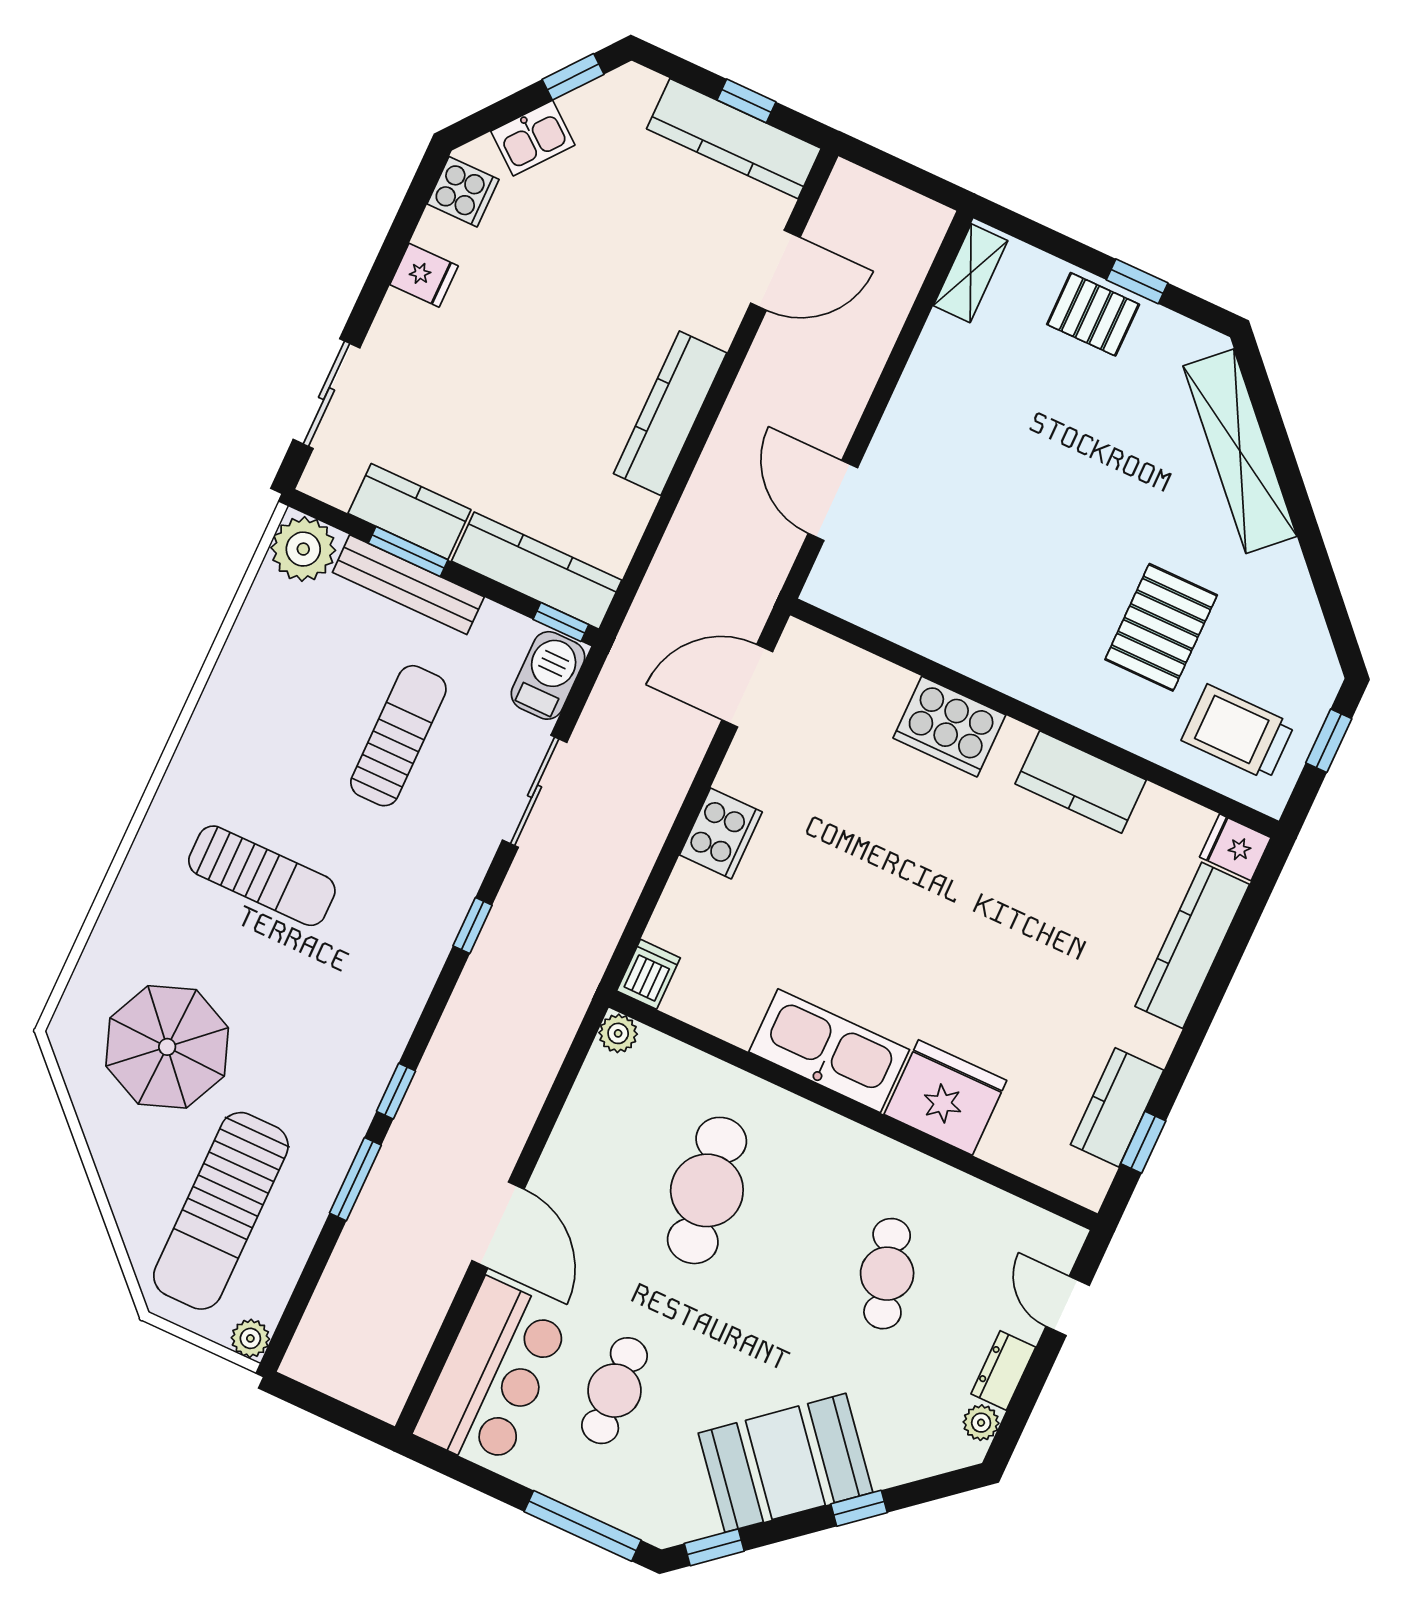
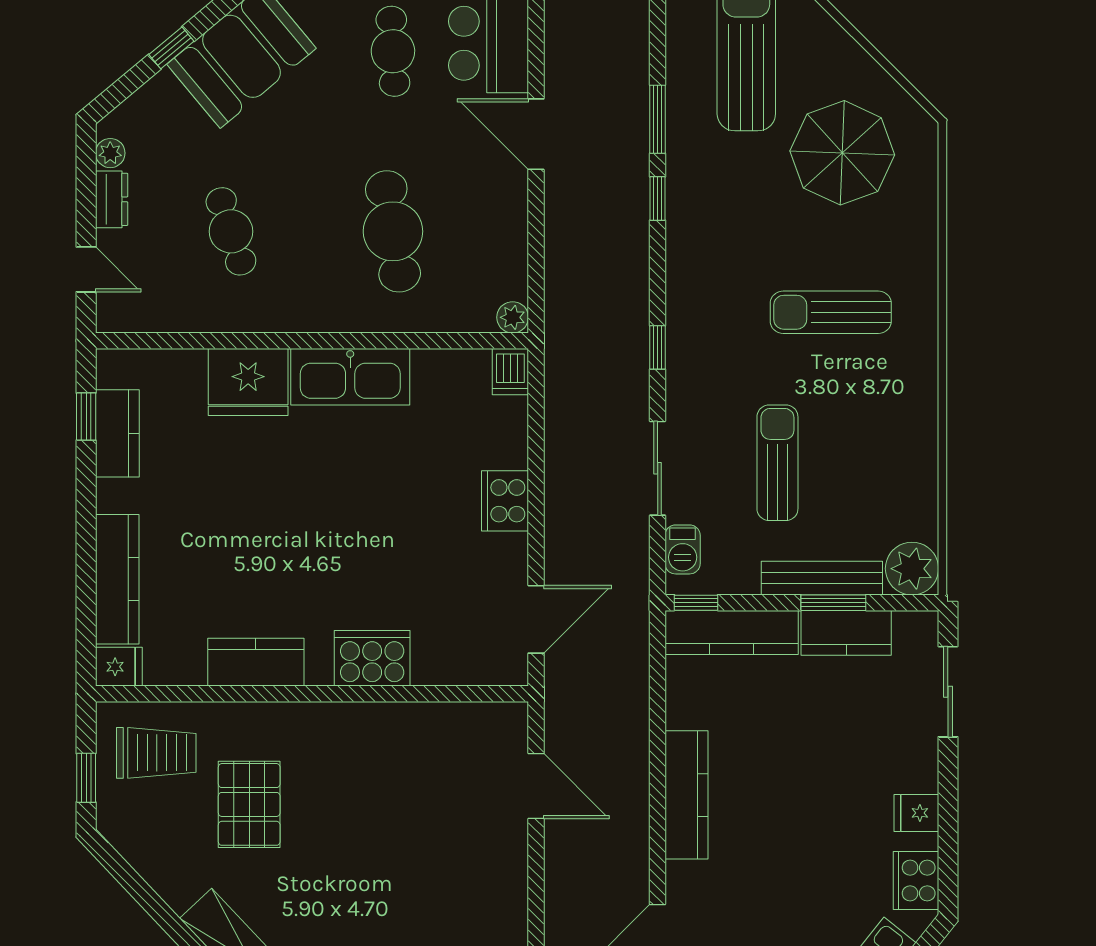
cooker: (463, 192) -> (916, 880), width x1.36
barbecue: (548, 675) -> (683, 549), width x0.73, depth x0.79
sun lounger: (398, 736) -> (777, 463), turned 180

